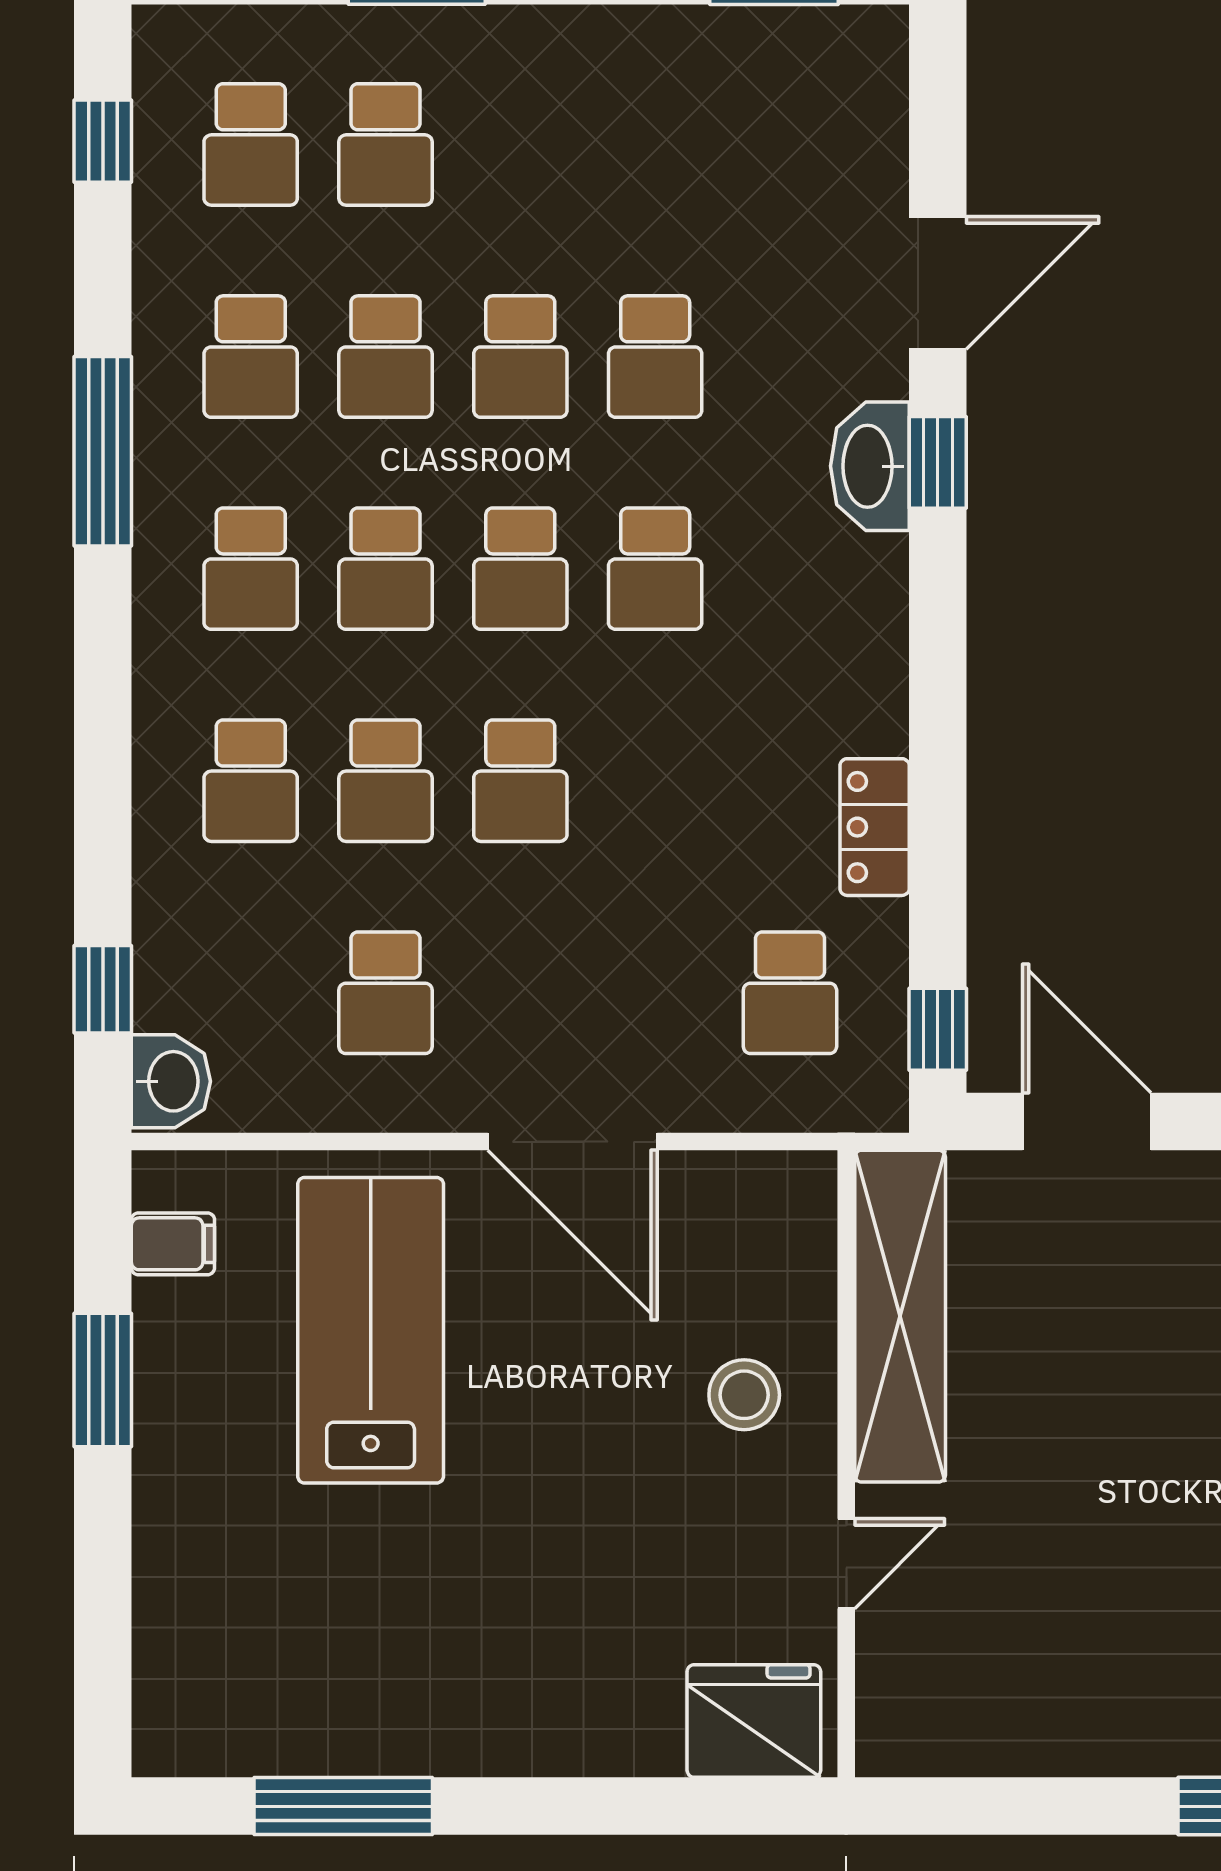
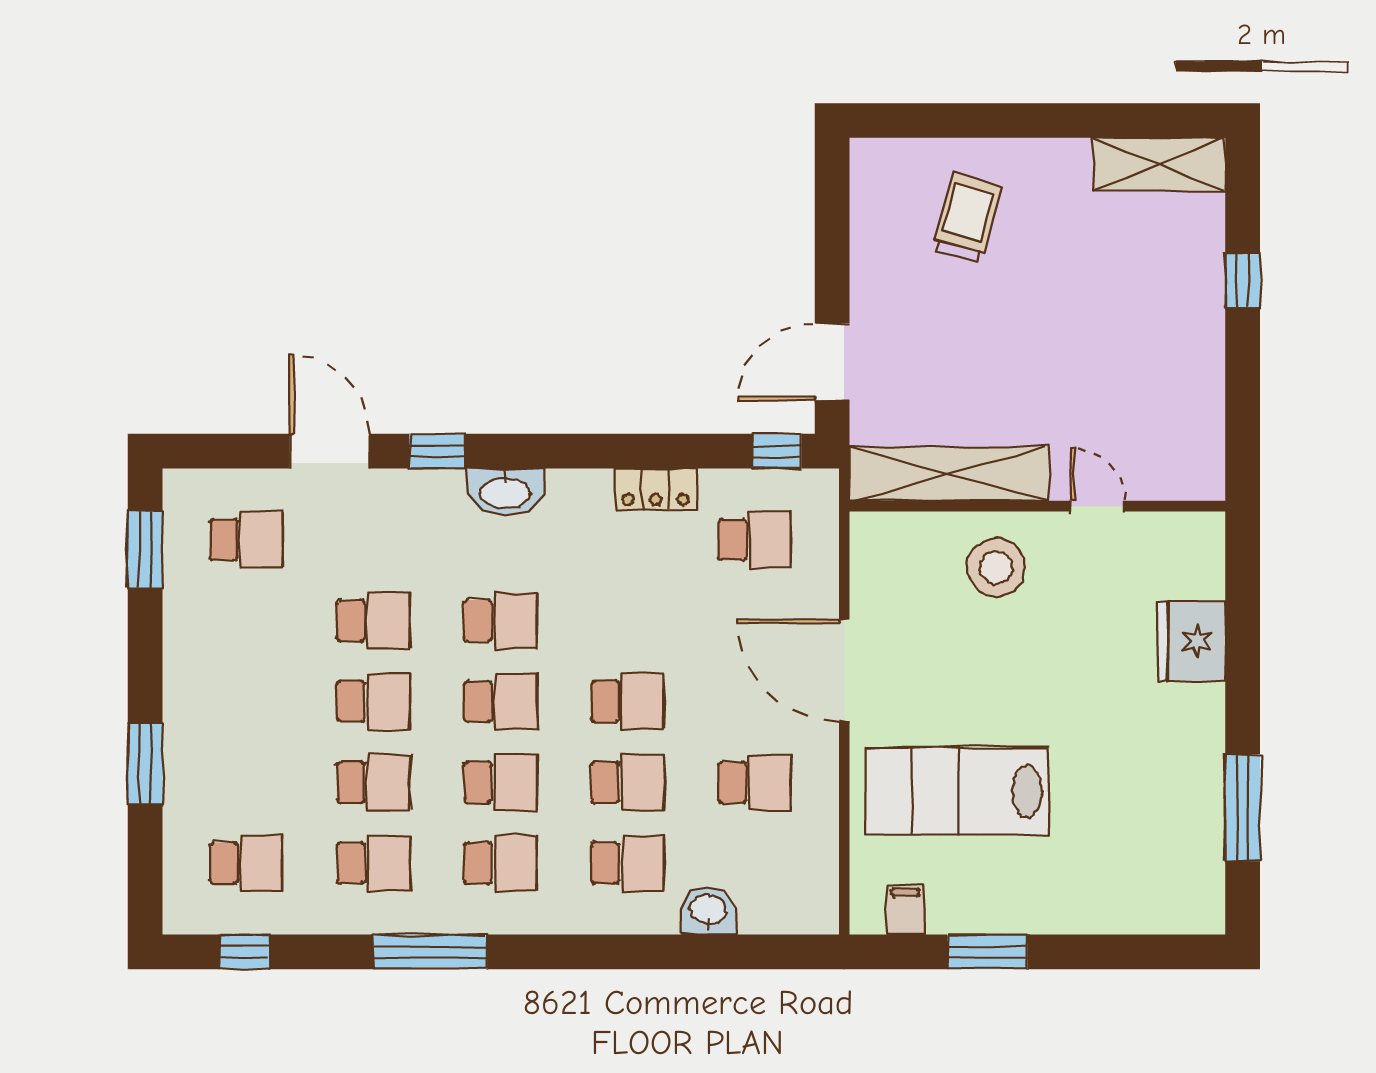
school desk: (386, 144) -> (246, 540), moved
washbasin: (870, 466) -> (505, 492), moved
window: (103, 989) -> (753, 952), removed
washbasin: (171, 1081) -> (708, 911), moved
door: (573, 1142) -> (844, 670), swing flipped
stool: (744, 1395) -> (996, 567), width x1.38, depth x1.38
fridge: (754, 1721) -> (1192, 641), moved

